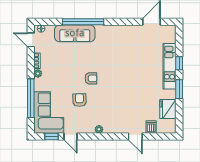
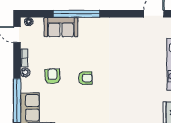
sofa: (75, 33) -> (61, 27), width x0.73
armchair: (80, 100) -> (52, 76), moved

